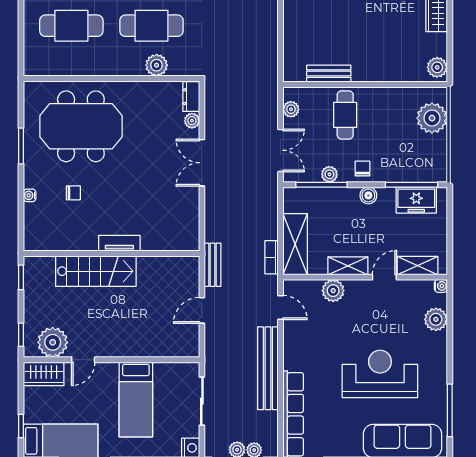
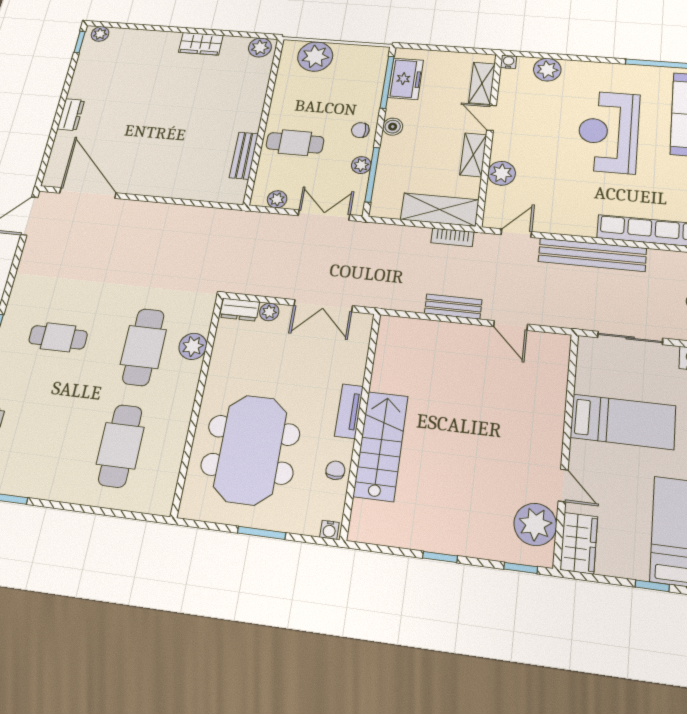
tv unit: (119, 243) -> (349, 411), moved
wall: (111, 254) -> (361, 423), moved
stairs: (96, 271) -> (381, 446), moved

